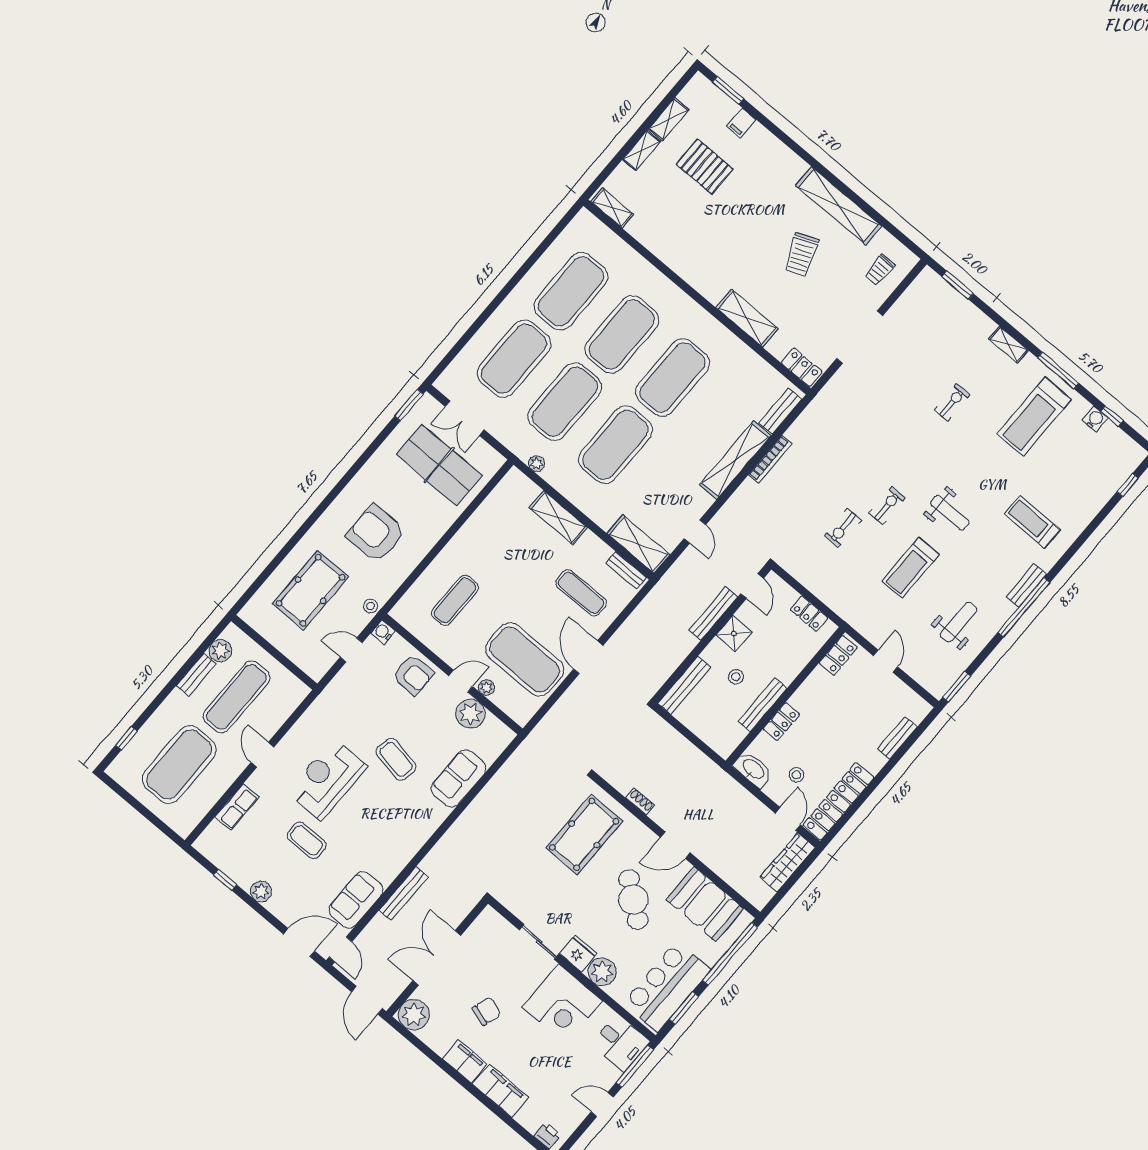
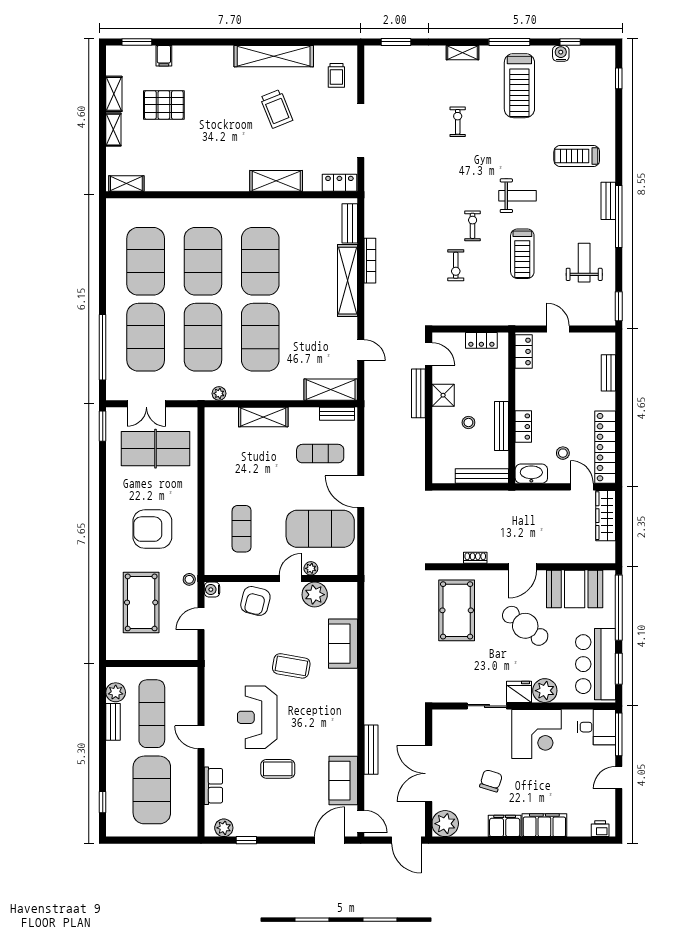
window: (468, 335) -> (103, 347), added
armchair: (413, 675) -> (255, 601), turned 104
bench: (684, 685) -> (482, 476), moved, turned 90
plant: (261, 891) -> (224, 828), moved

